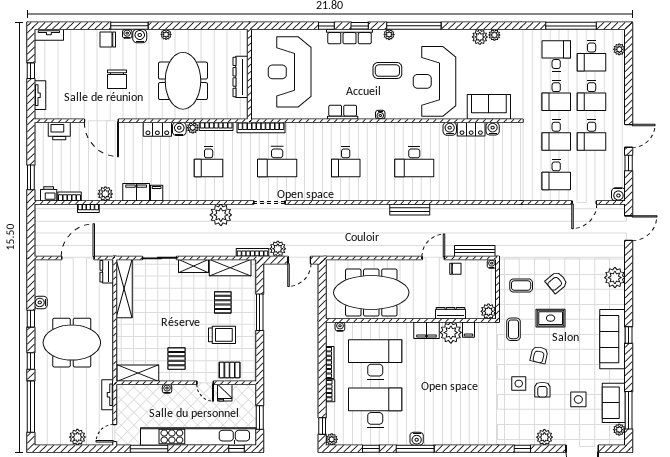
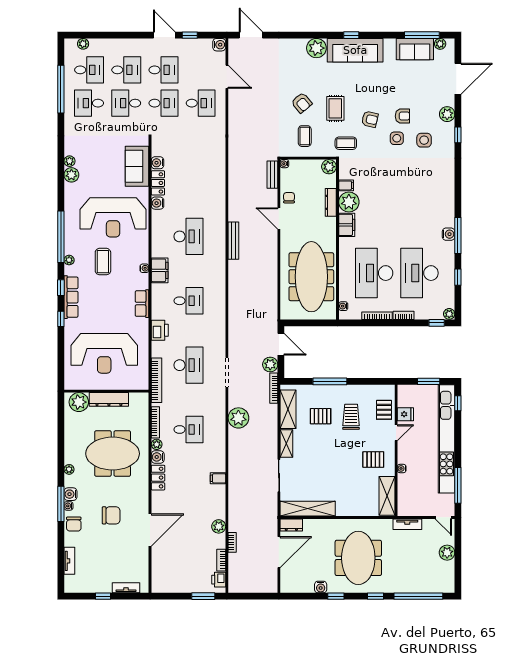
tv unit: (49, 35) -> (69, 561), moved
plant: (238, 45) -> (79, 402), added
desk: (556, 95) -> (126, 103), turned 180
printer: (59, 131) -> (160, 330), moved
filing cabinet: (136, 192) -> (160, 270), moved, turned 180
bench: (475, 251) -> (272, 175), width x0.73
door: (78, 258) -> (279, 552), swing flipped
plant: (615, 278) -> (316, 48), moved
side table: (578, 399) -> (424, 140), moved

